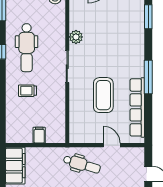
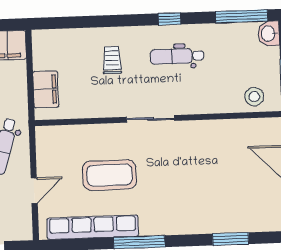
plant: (76, 37) -> (196, 130), removed
dental chair: (27, 48) -> (177, 56), width x0.73, depth x0.72
filing cabinet: (39, 135) -> (46, 89), width x2.00

